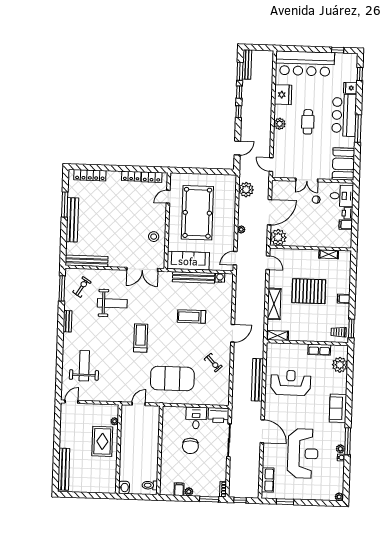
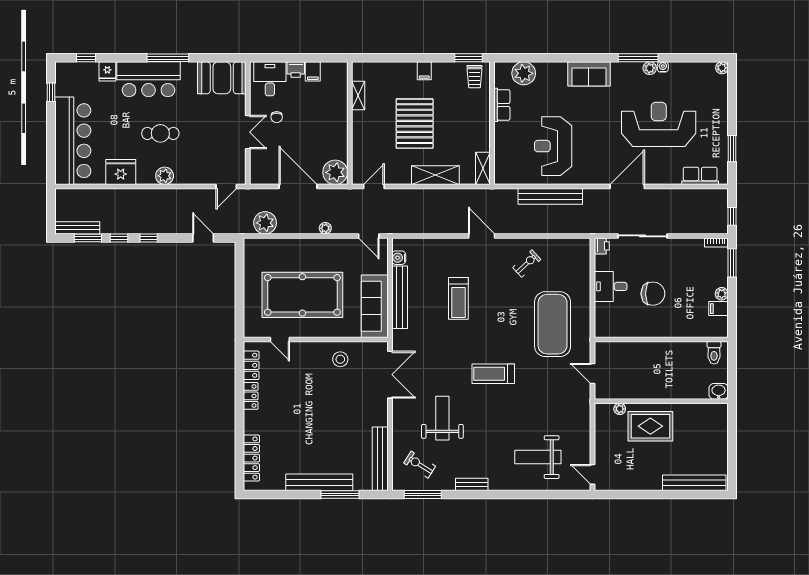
window: (65, 205) -> (340, 494), moved
printer: (218, 415) -> (602, 246), width x0.53, depth x0.68

